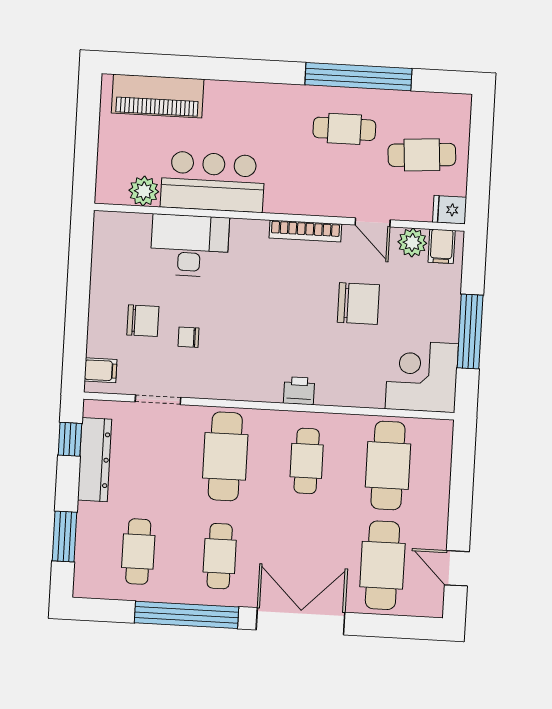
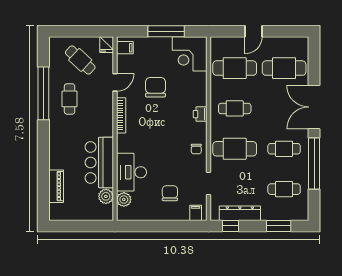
piano: (158, 96) -> (56, 186), width x0.73, depth x0.75
cafe table: (422, 155) -> (80, 60), turned -43
plant: (412, 243) -> (124, 199), moved
chair: (188, 337) -> (196, 149), moved
door: (457, 568) -> (254, 31), moved

